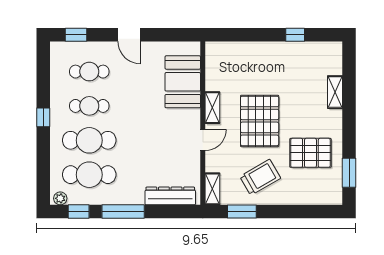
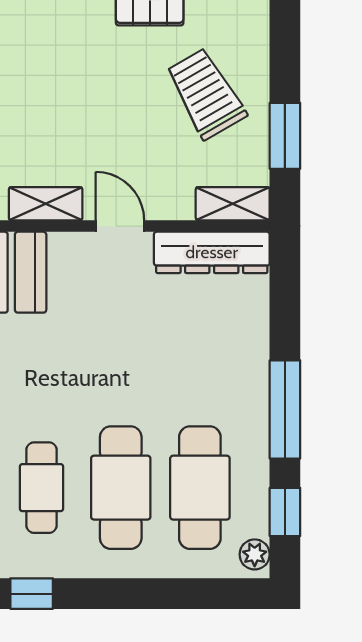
window: (43, 117) -> (32, 594), moved
pallet: (260, 121) -> (76, 95), removed
dresser: (170, 196) -> (212, 252), moved, turned -90

